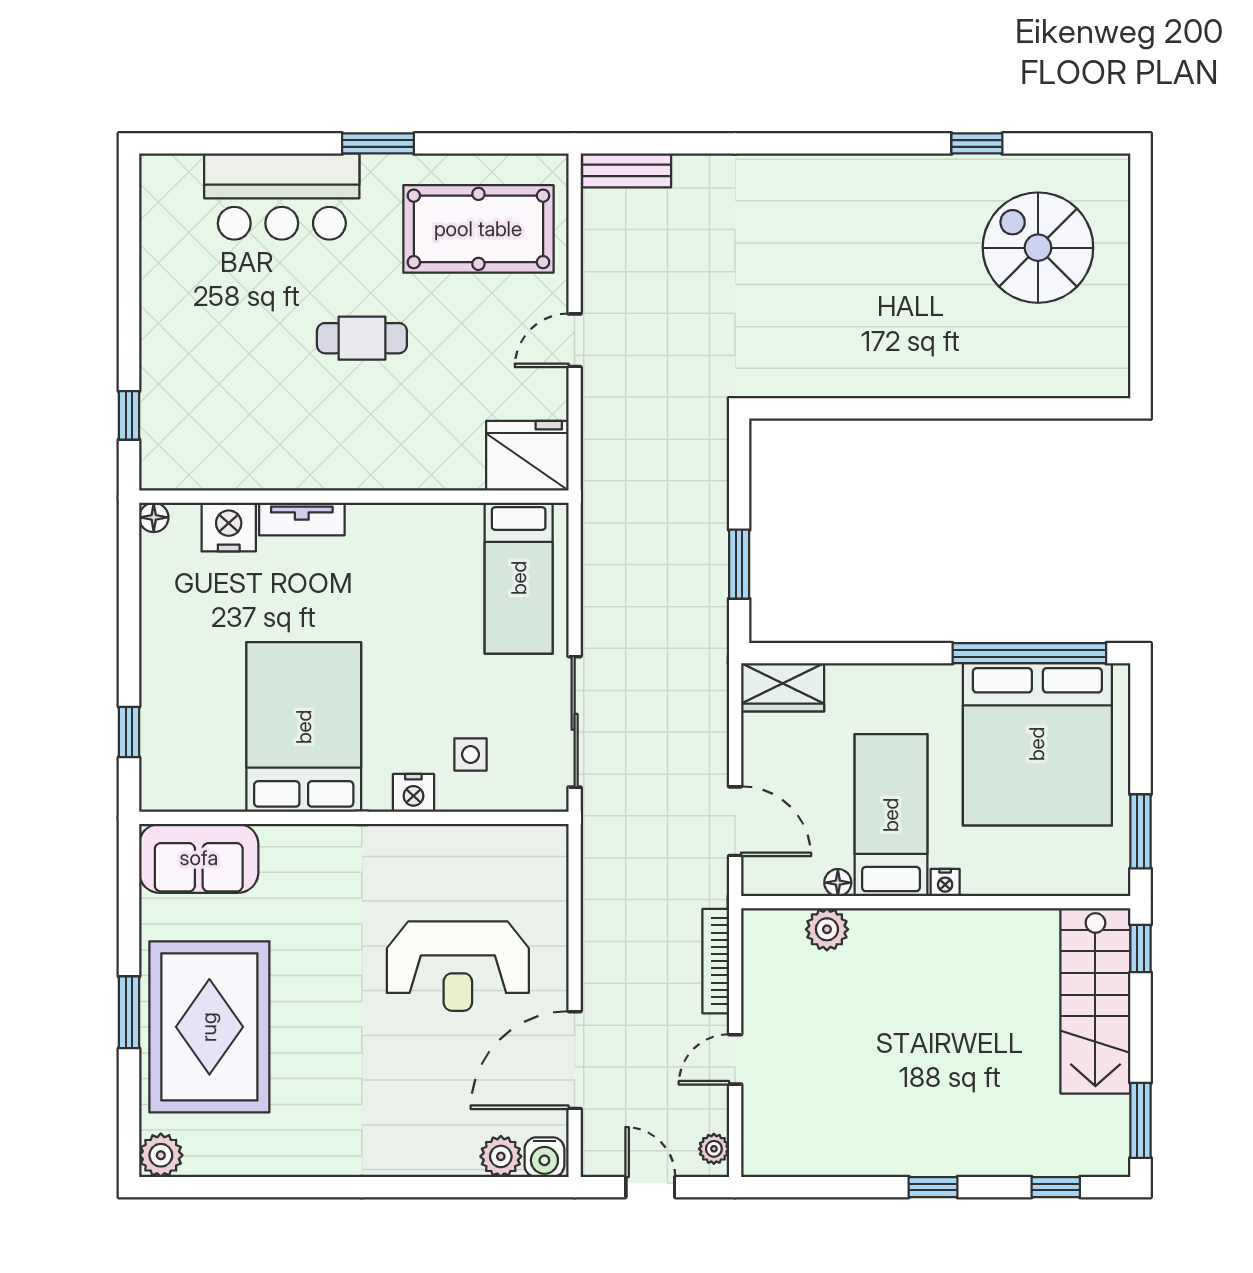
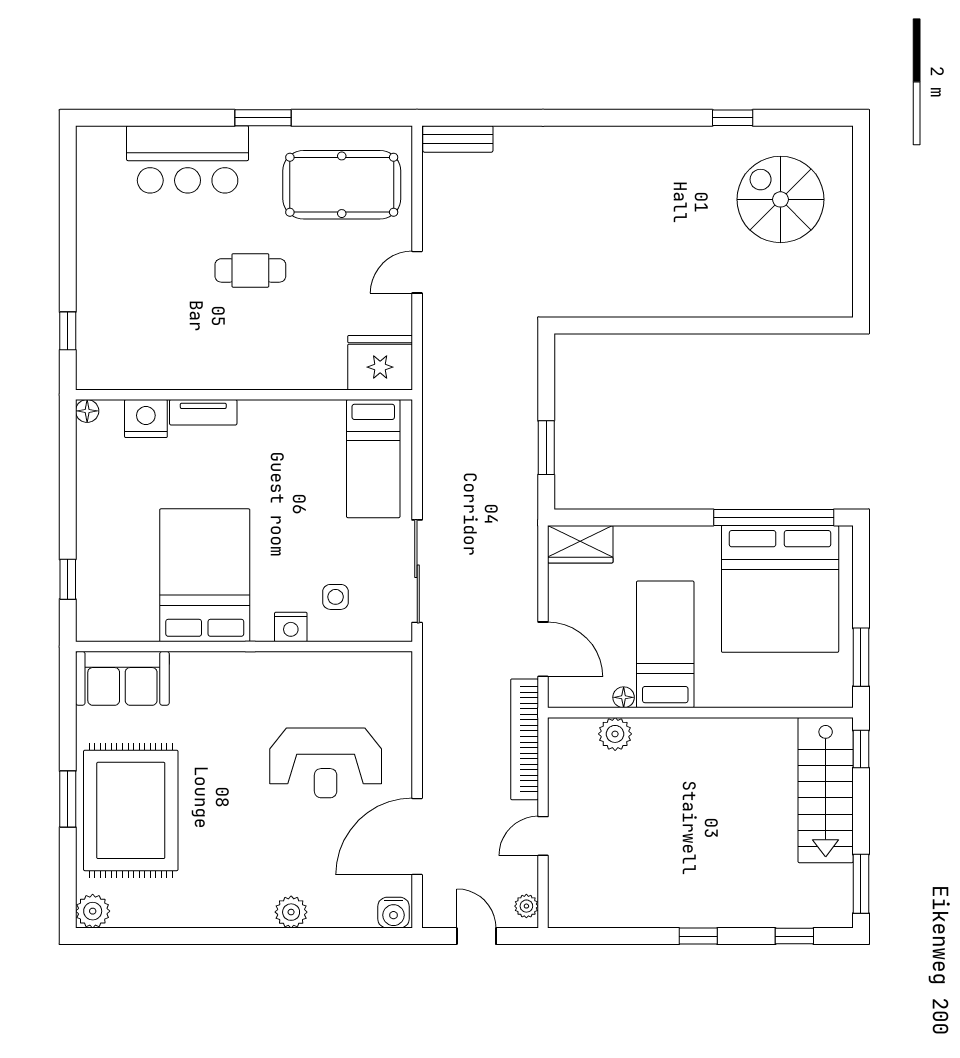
nightstand: (945, 882) -> (708, 697), removed
bookcase: (716, 961) -> (525, 739), width x1.48, depth x1.31
plant: (501, 1156) -> (291, 912), moved

